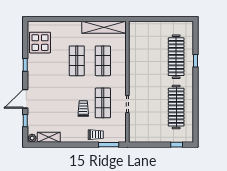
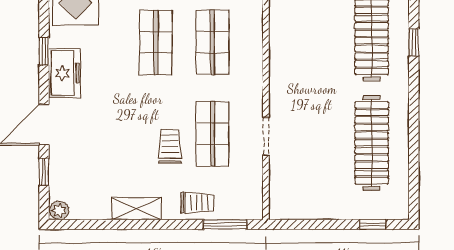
freezer: (35, 75) -> (65, 73), added
shelving: (49, 137) -> (137, 209), moved

